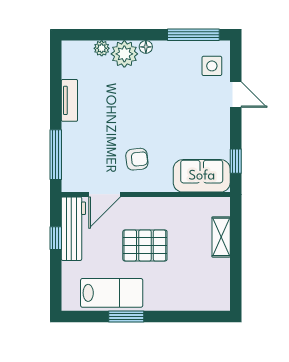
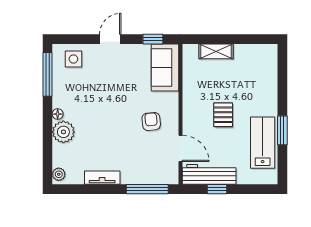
plant: (102, 48) -> (59, 174), moved
door: (236, 95) -> (110, 39), moved
pallet: (145, 246) -> (223, 115), width x0.67, depth x0.71

